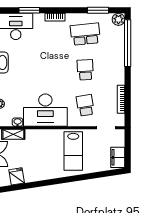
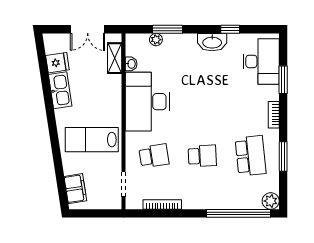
window: (98, 10) -> (283, 157), moved
filing cabinet: (118, 157) -> (75, 189), moved, turned 81
kitchen sink: (37, 174) -> (60, 90), added

